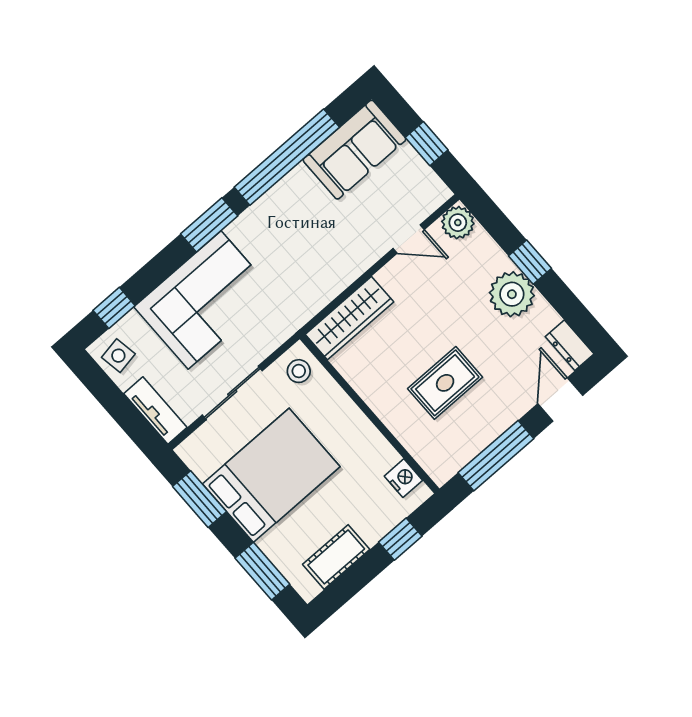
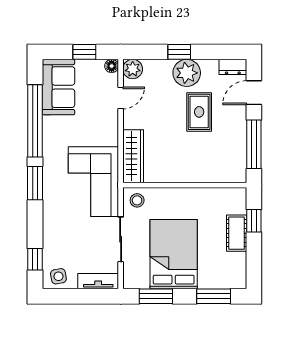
floor lamp: (439, 193) -> (112, 66), added
corner sofa: (205, 300) -> (93, 182), moved, turned 180
rug: (445, 383) -> (199, 112), moved
door: (560, 400) -> (254, 93), hinge flipped
nightstand: (403, 478) -> (227, 195), removed
cot: (336, 557) -> (237, 233), moved

